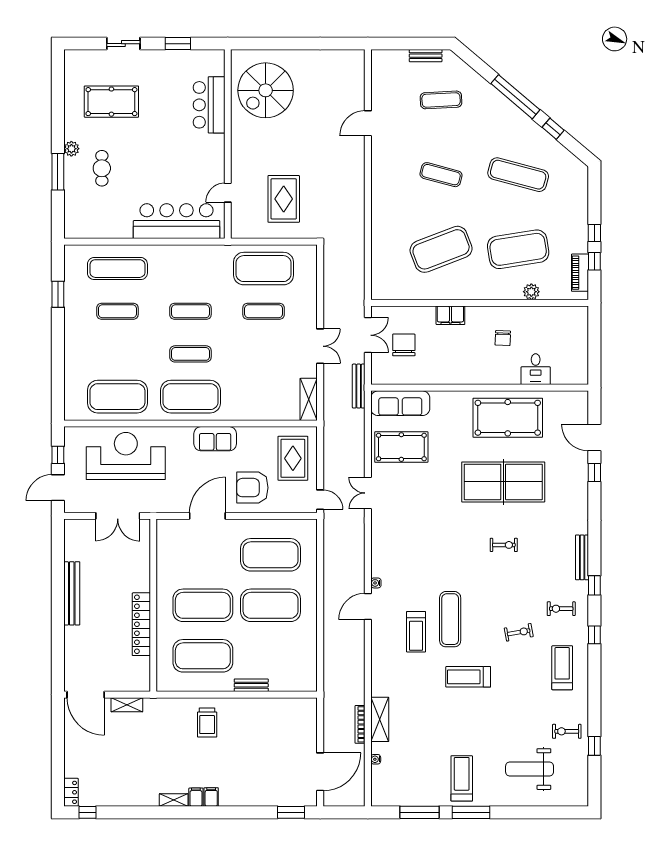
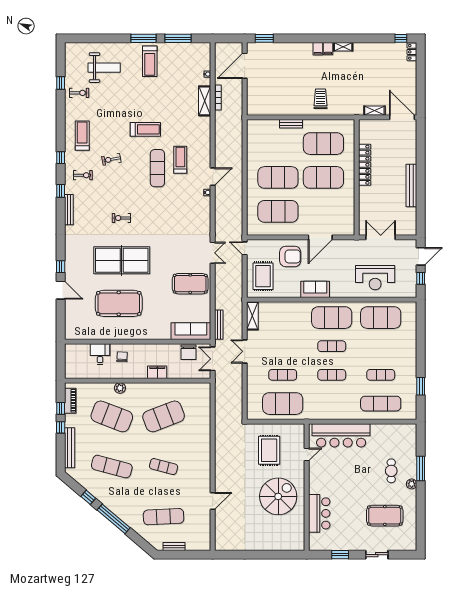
spiral stairs: (266, 90) -> (278, 496), moved
exercise mat: (441, 100) -> (164, 517), width x1.36, depth x1.45
bench: (581, 203) -> (70, 448), added
exercise mat: (518, 249) -> (112, 416), turned 30
plant: (531, 292) -> (120, 388), moved
desk: (536, 369) -> (100, 354), moved
wall: (480, 388) -> (138, 342), moved
sofa: (400, 403) -> (191, 331), moved
reception desk: (126, 456) -> (375, 278), width x0.74, depth x0.77
treadmill: (562, 668) -> (82, 136), turned 180

